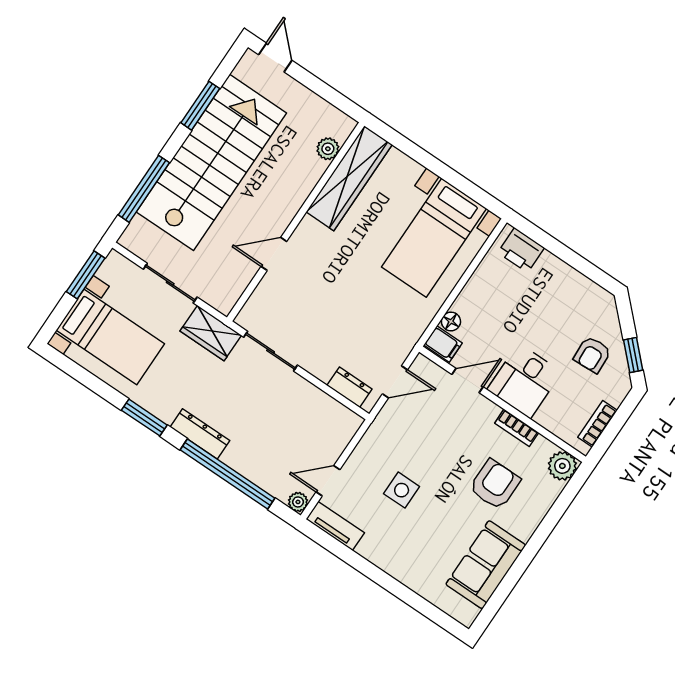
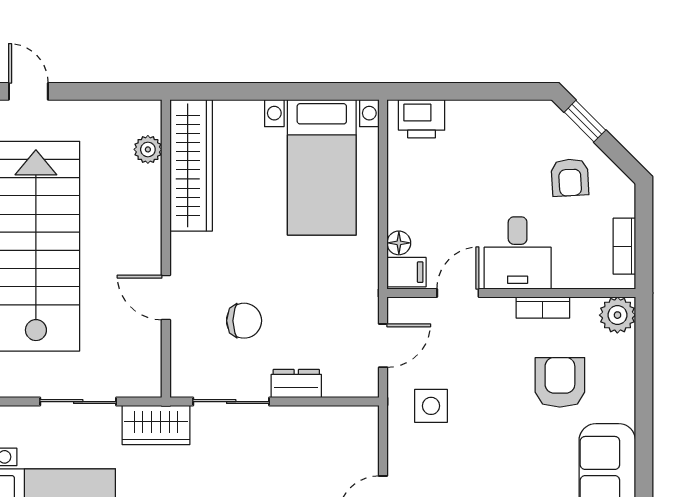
door: (274, 254) -> (166, 297), hinge flipped
chair: (315, 304) -> (244, 321), added
window: (633, 355) -> (585, 121), moved
dresser: (349, 387) -> (296, 383), moved
side table: (402, 490) -> (431, 406), moved

